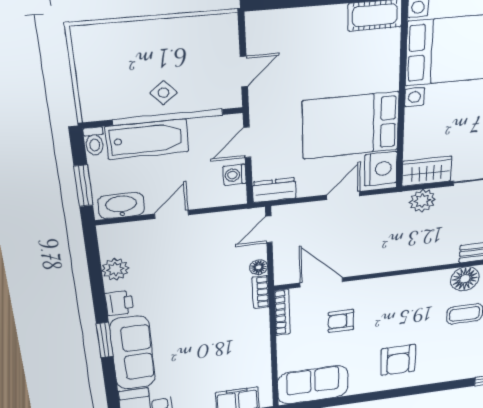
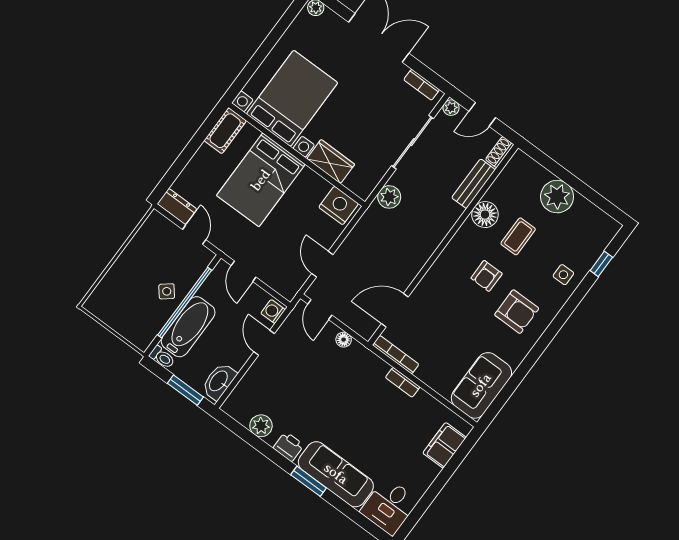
bed: (351, 125) -> (261, 180), moved
wardrobe: (427, 171) -> (331, 161), moved, turned 90
washing machine: (235, 175) -> (273, 311), moved, turned 90
dresser: (274, 190) -> (177, 206), moved, turned 90
door: (343, 195) -> (322, 264), moved
door: (172, 214) -> (264, 343), moved
bookcase: (261, 292) -> (403, 382), moved
armchair: (341, 321) -> (487, 276), moved
side table: (457, 365) -> (563, 275), added

